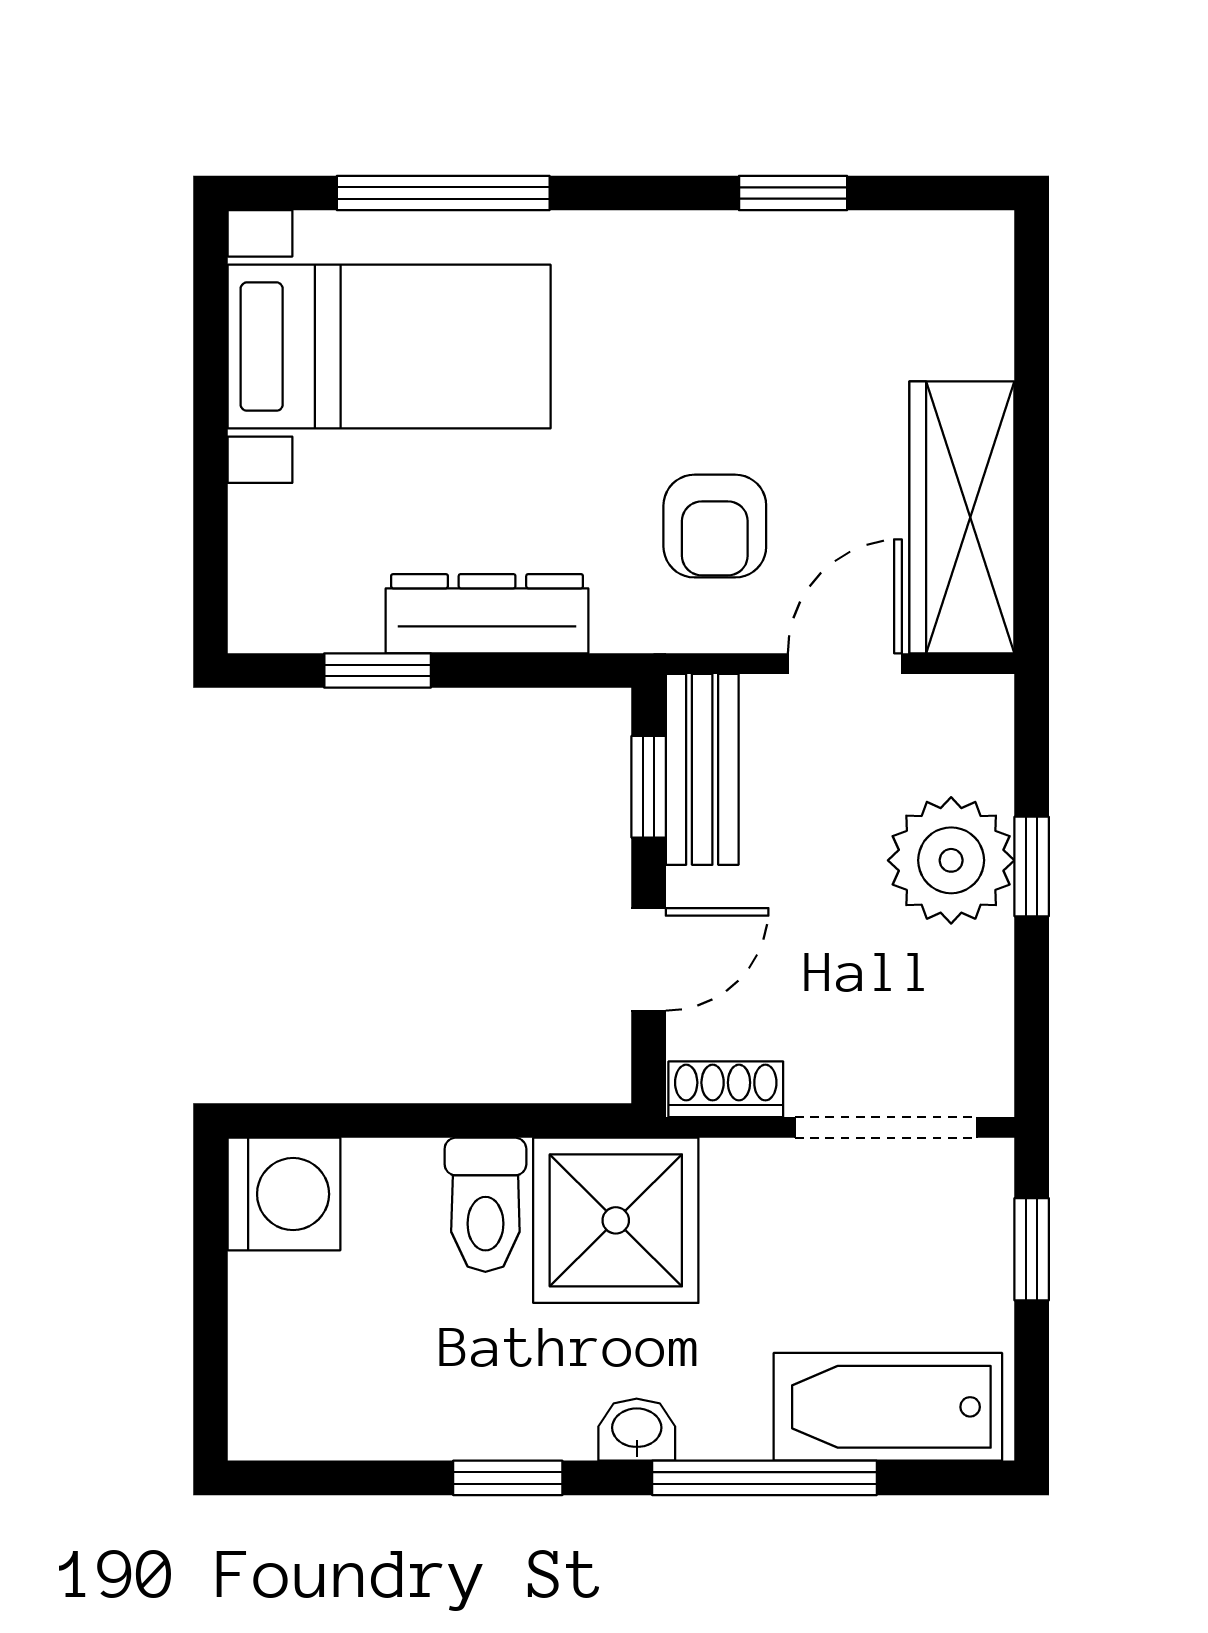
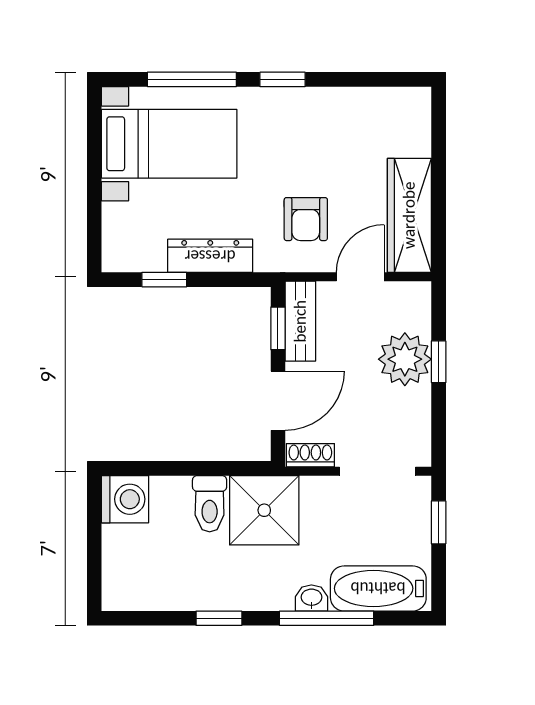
window: (793, 193) -> (283, 79), moved
door: (649, 959) -> (278, 401), width x1.38
washbasin: (637, 1430) -> (311, 598), moved

